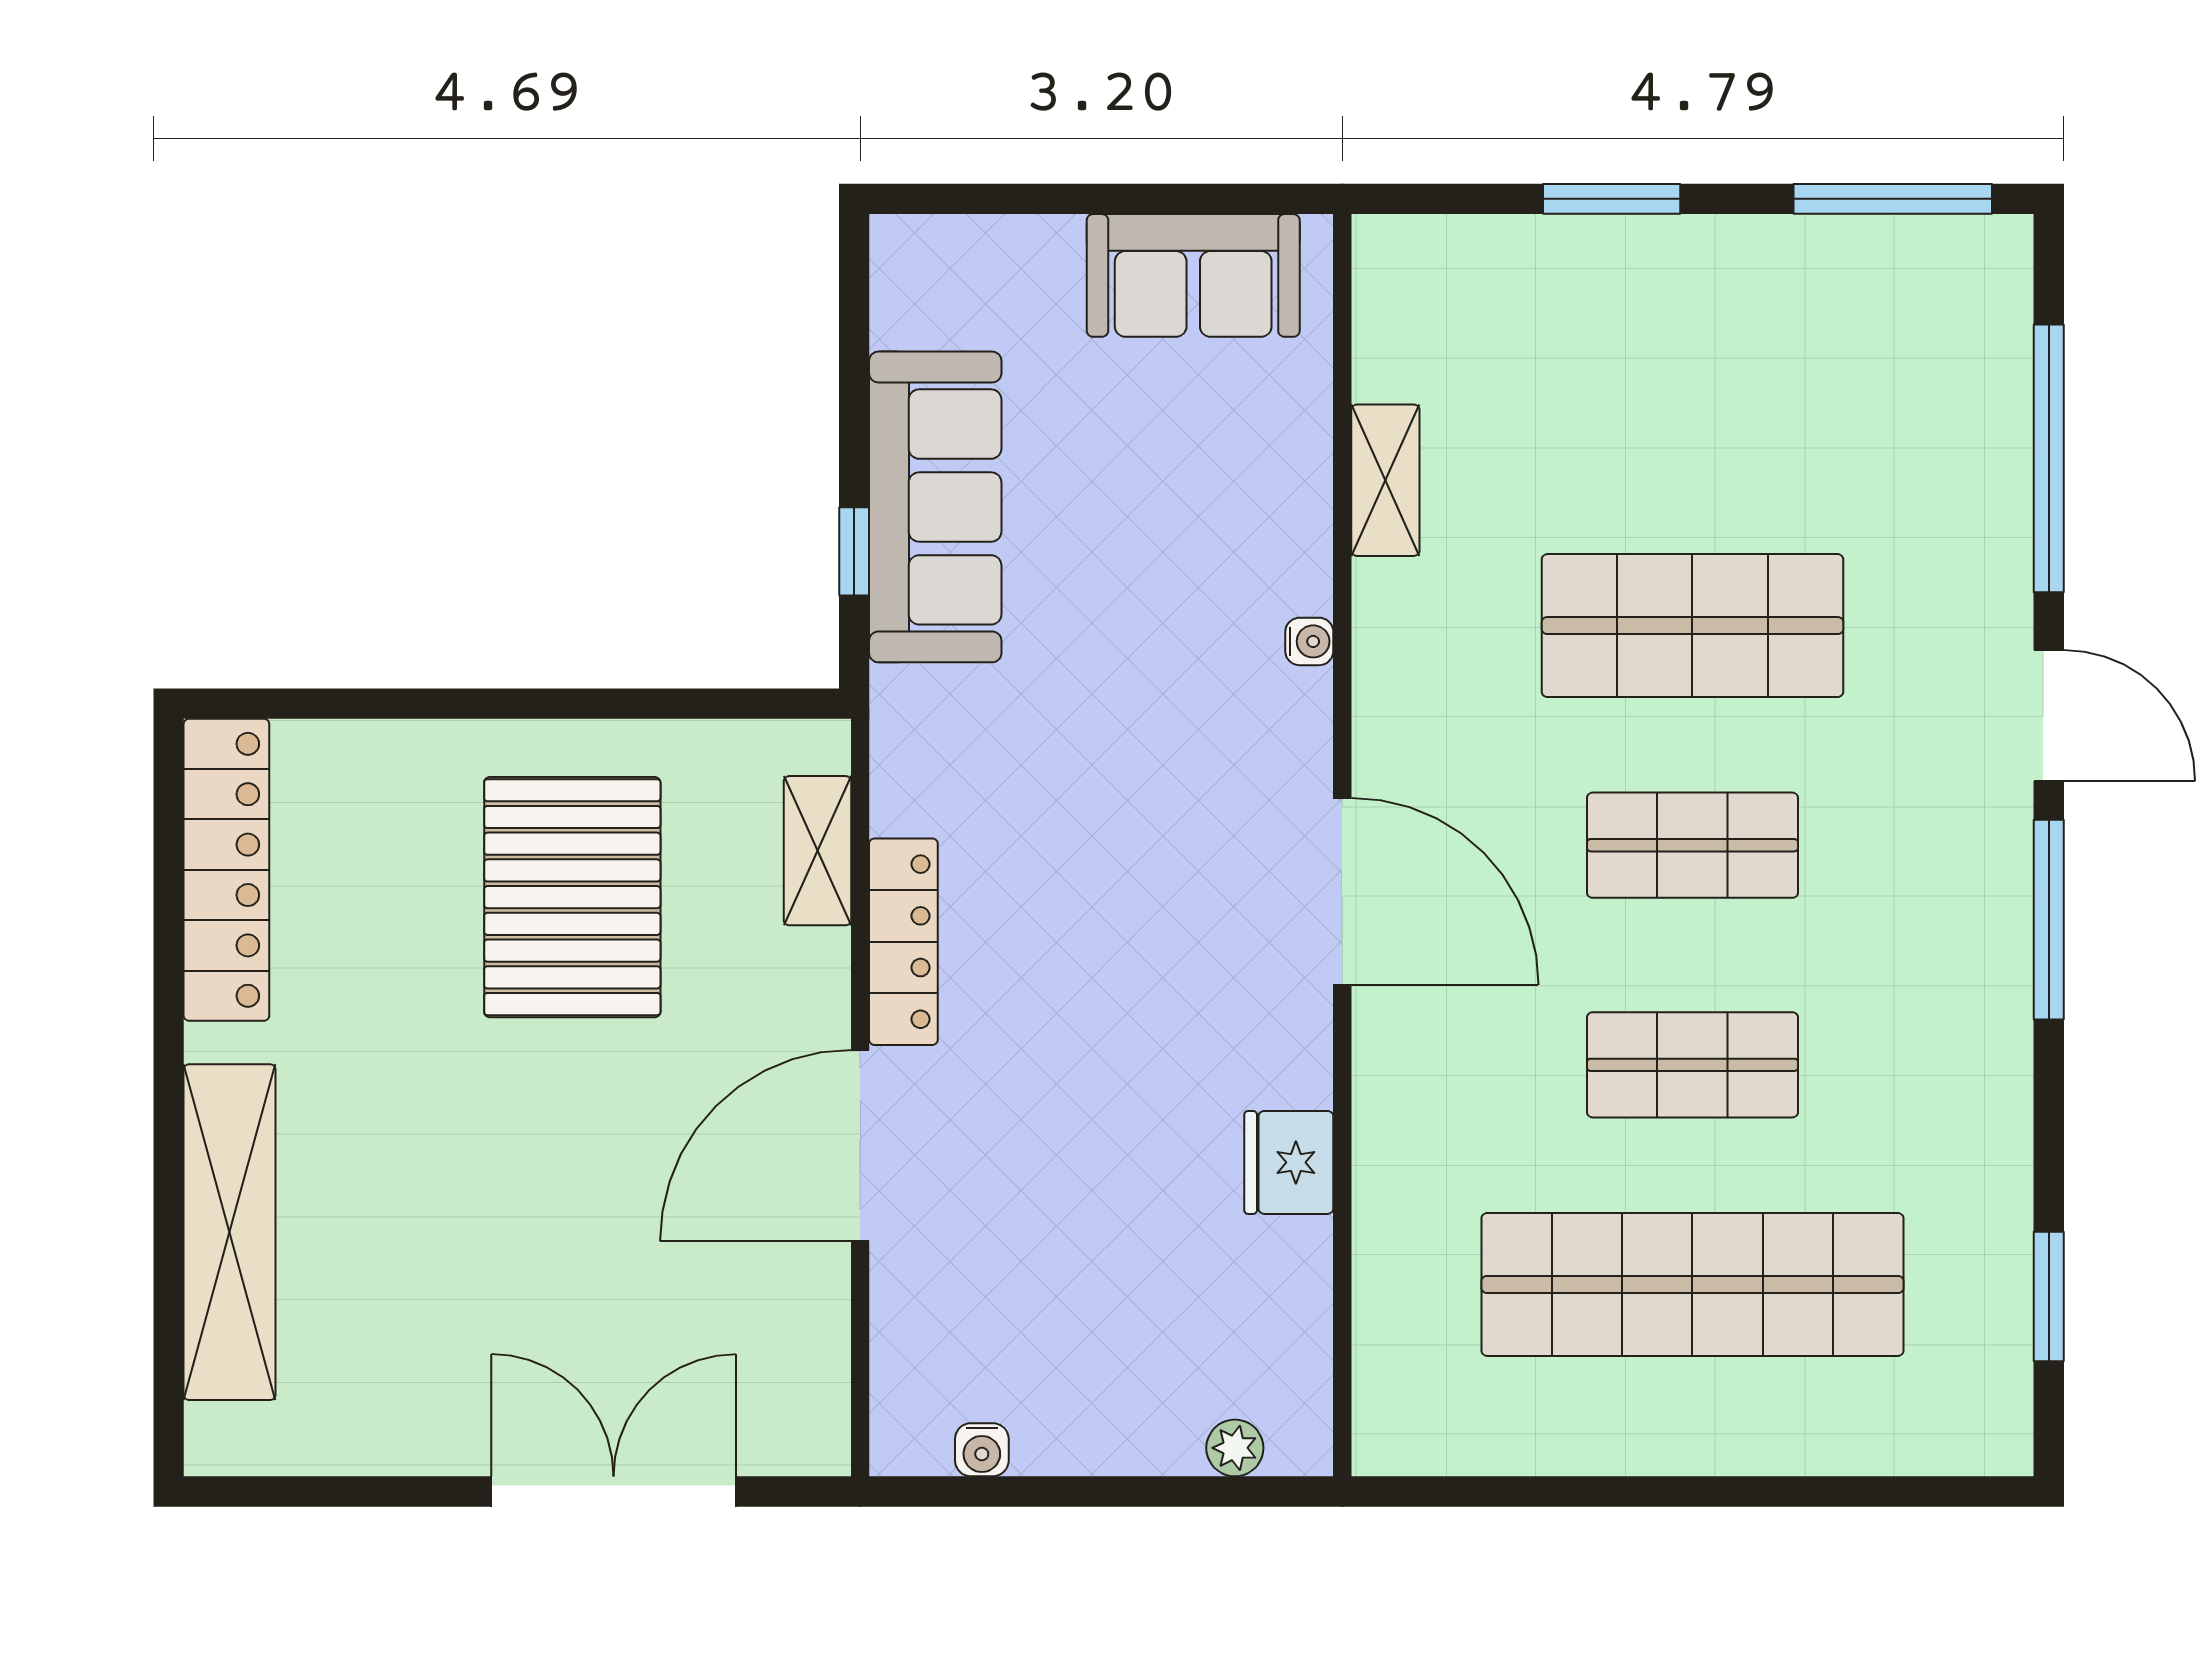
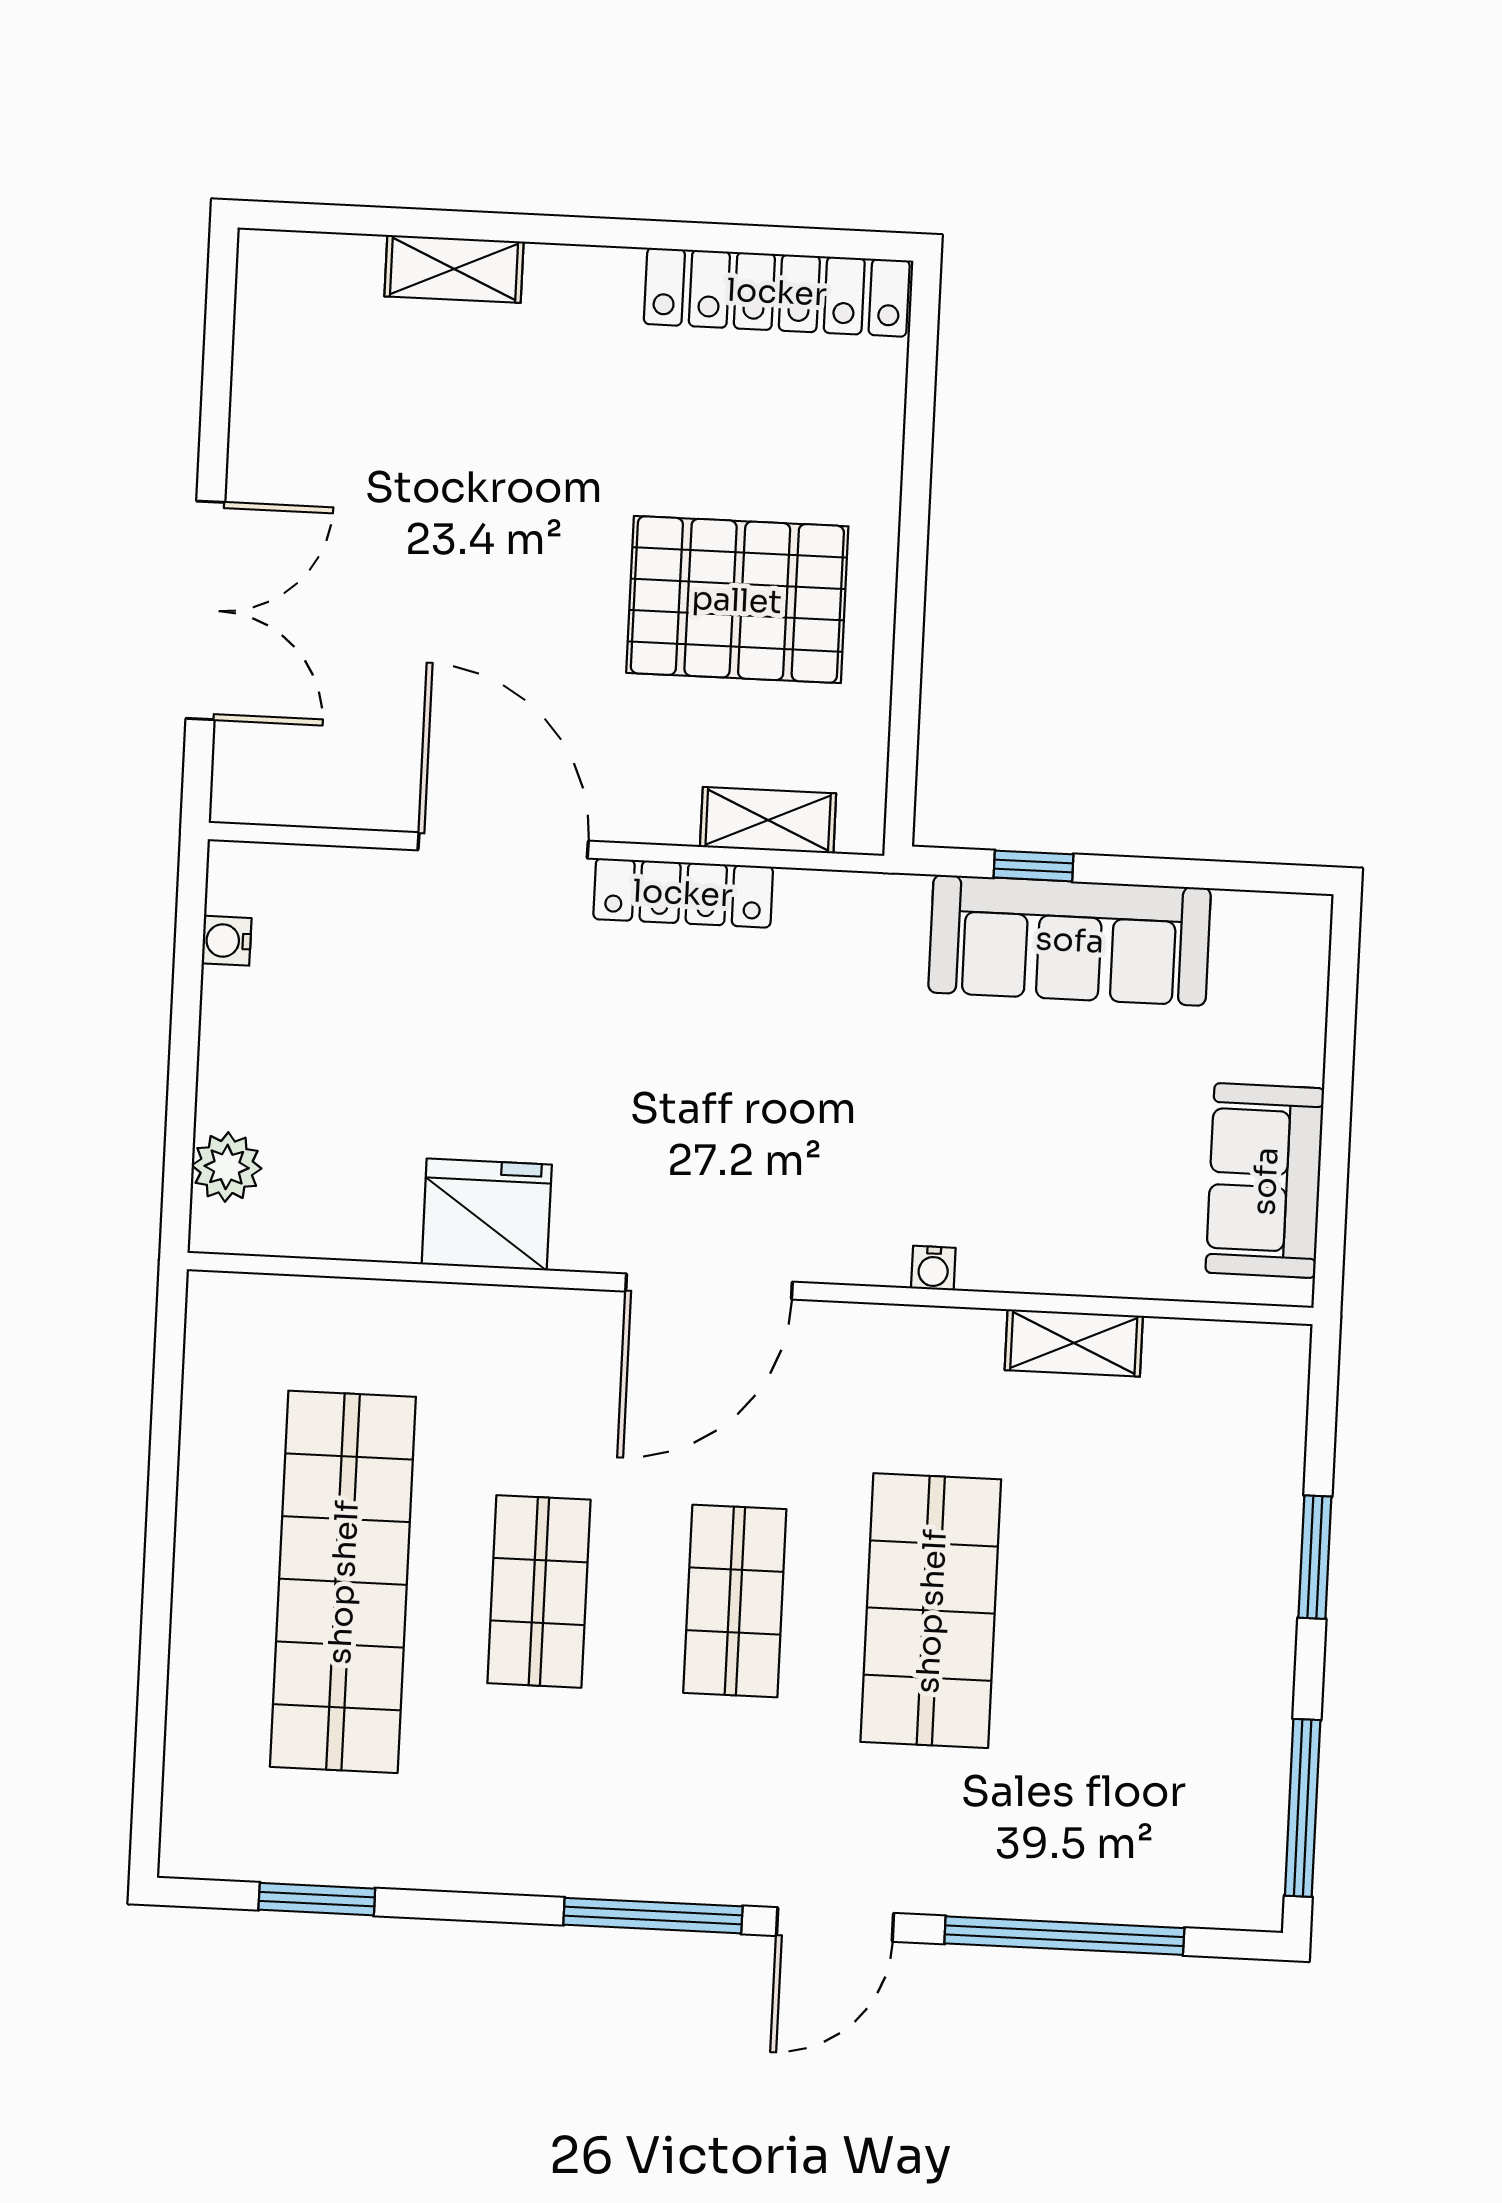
fridge: (1289, 1162) -> (487, 1214), width x1.36, depth x1.34
shelving: (230, 1232) -> (454, 269), width x0.45, depth x0.75
plant: (1235, 1448) -> (227, 1167), width x1.38, depth x1.38

